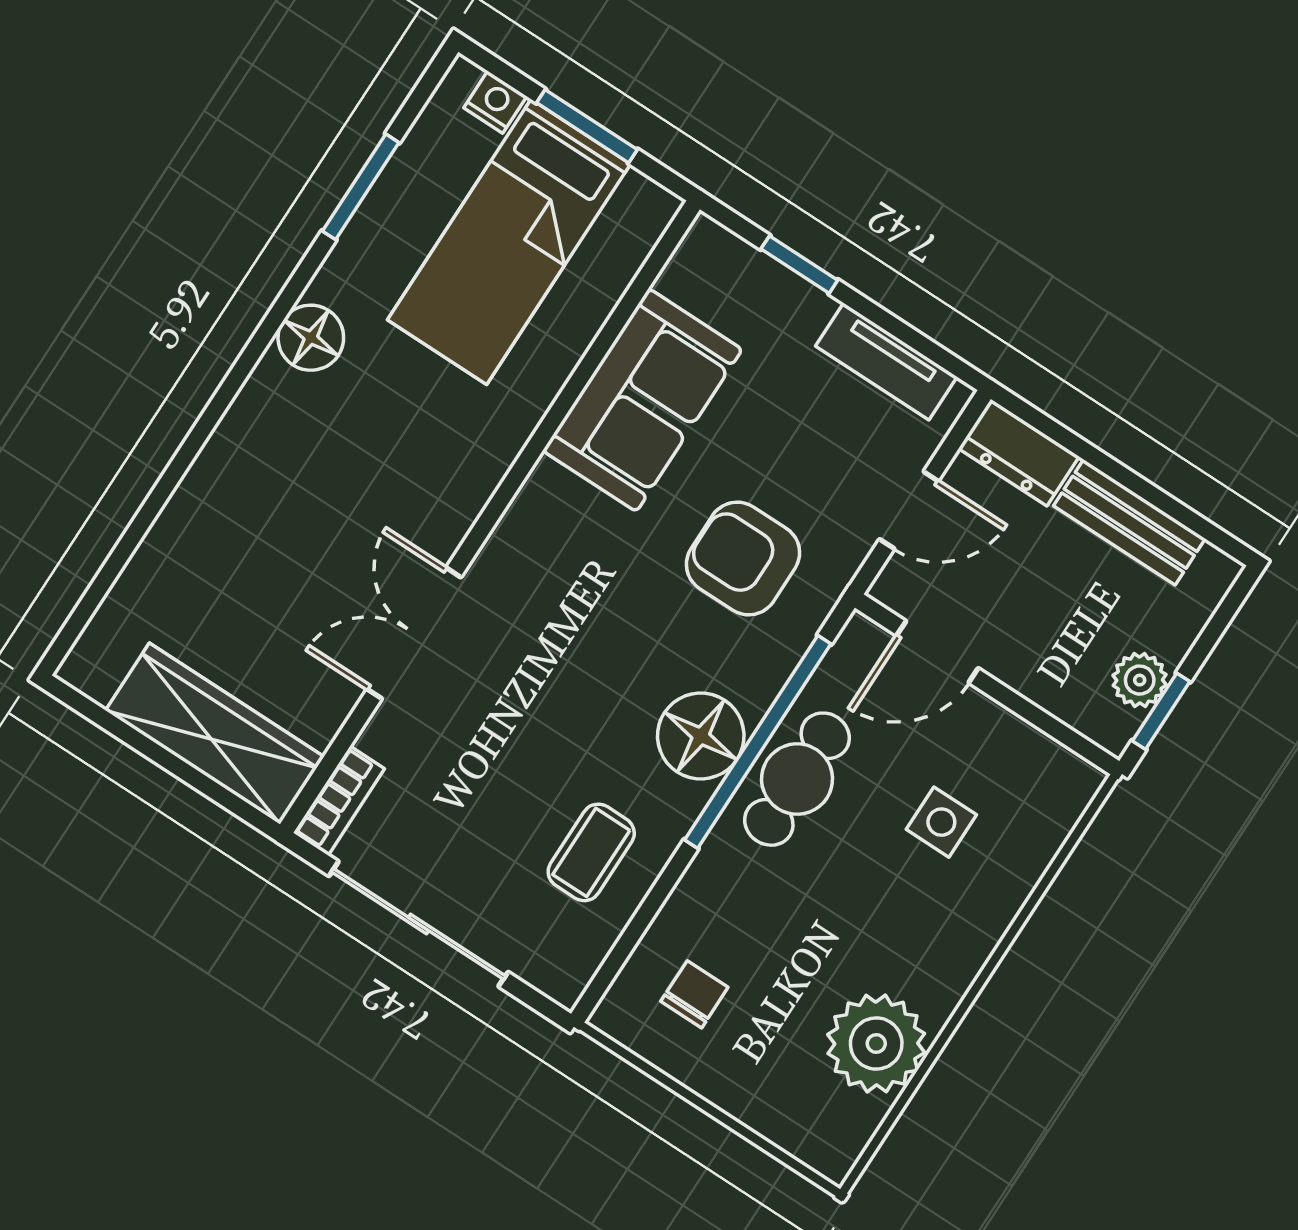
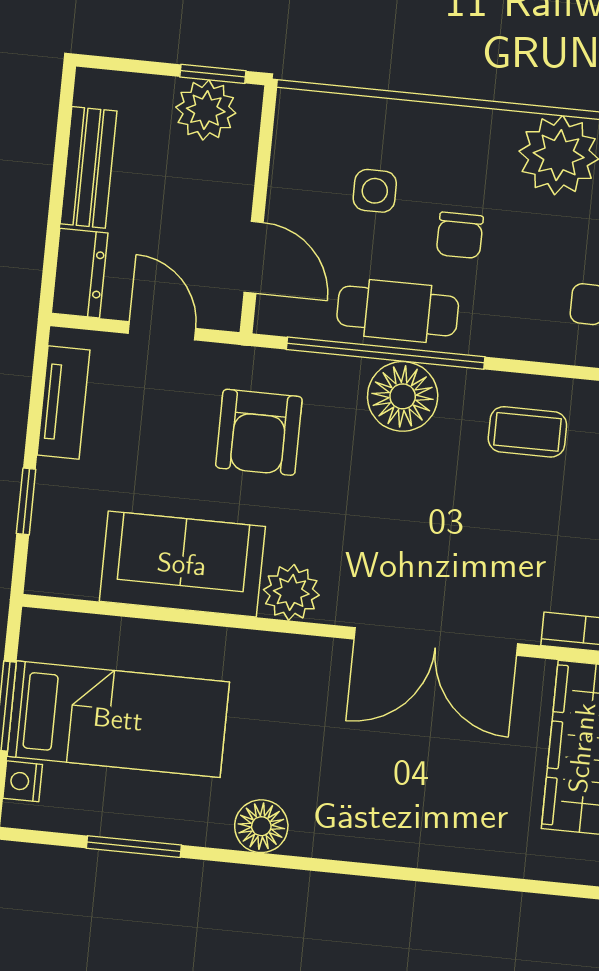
plant: (550, 503) -> (291, 592), added
double door: (414, 633) -> (436, 641), width x1.37
plant: (1140, 680) -> (206, 110), width x1.38, depth x1.38
chair: (845, 890) -> (460, 235), added

